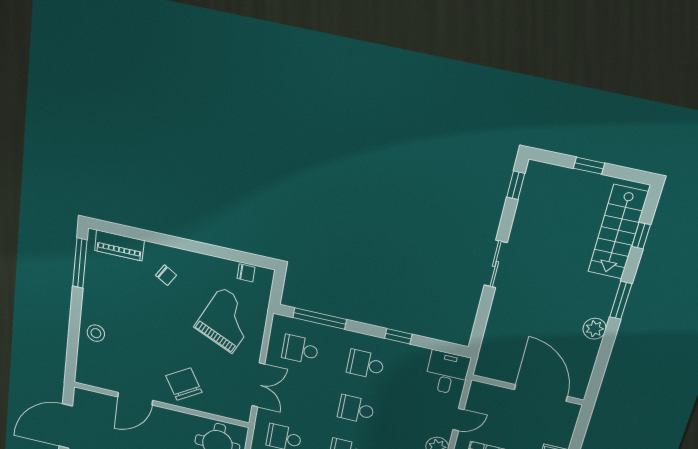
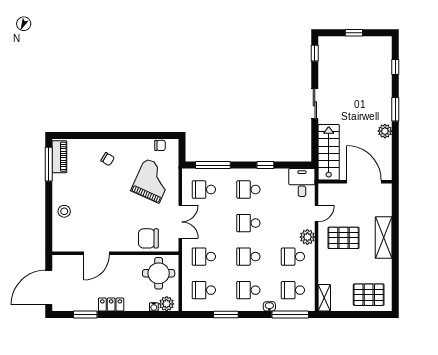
stairs: (618, 232) -> (329, 152), moved, turned 180
piano: (119, 245) -> (59, 157), moved, turned -90
chair: (184, 384) -> (148, 238), moved, turned -58

